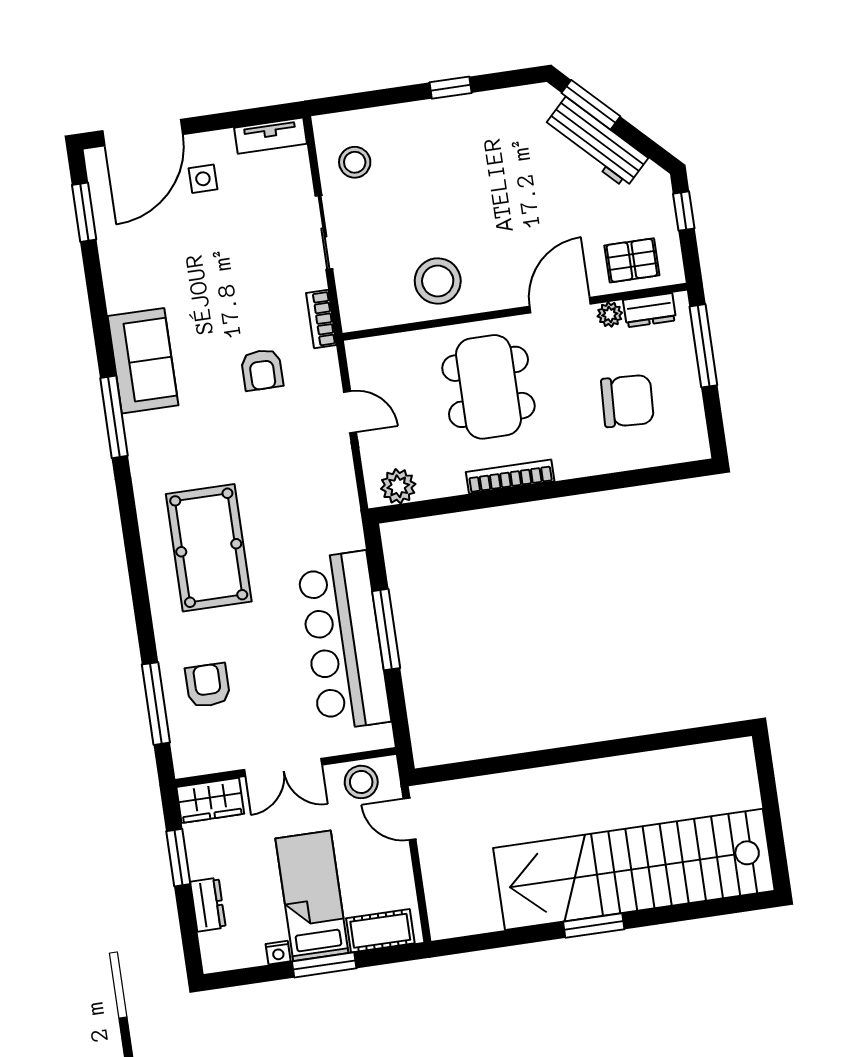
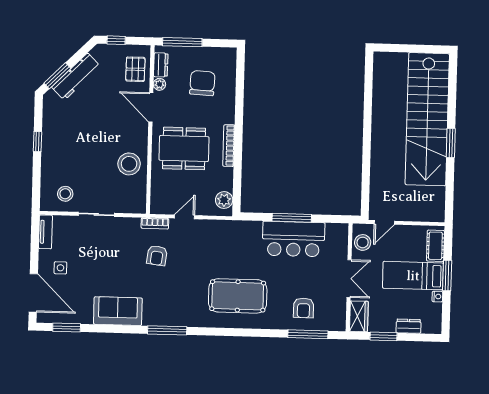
bookcase: (321, 319) -> (155, 223), moved
sofa: (143, 361) -> (118, 311), moved
armchair: (262, 370) -> (157, 256), turned 97
bar counter: (344, 641) -> (294, 239), width x0.73
armchair: (208, 685) -> (303, 308), turned -90

